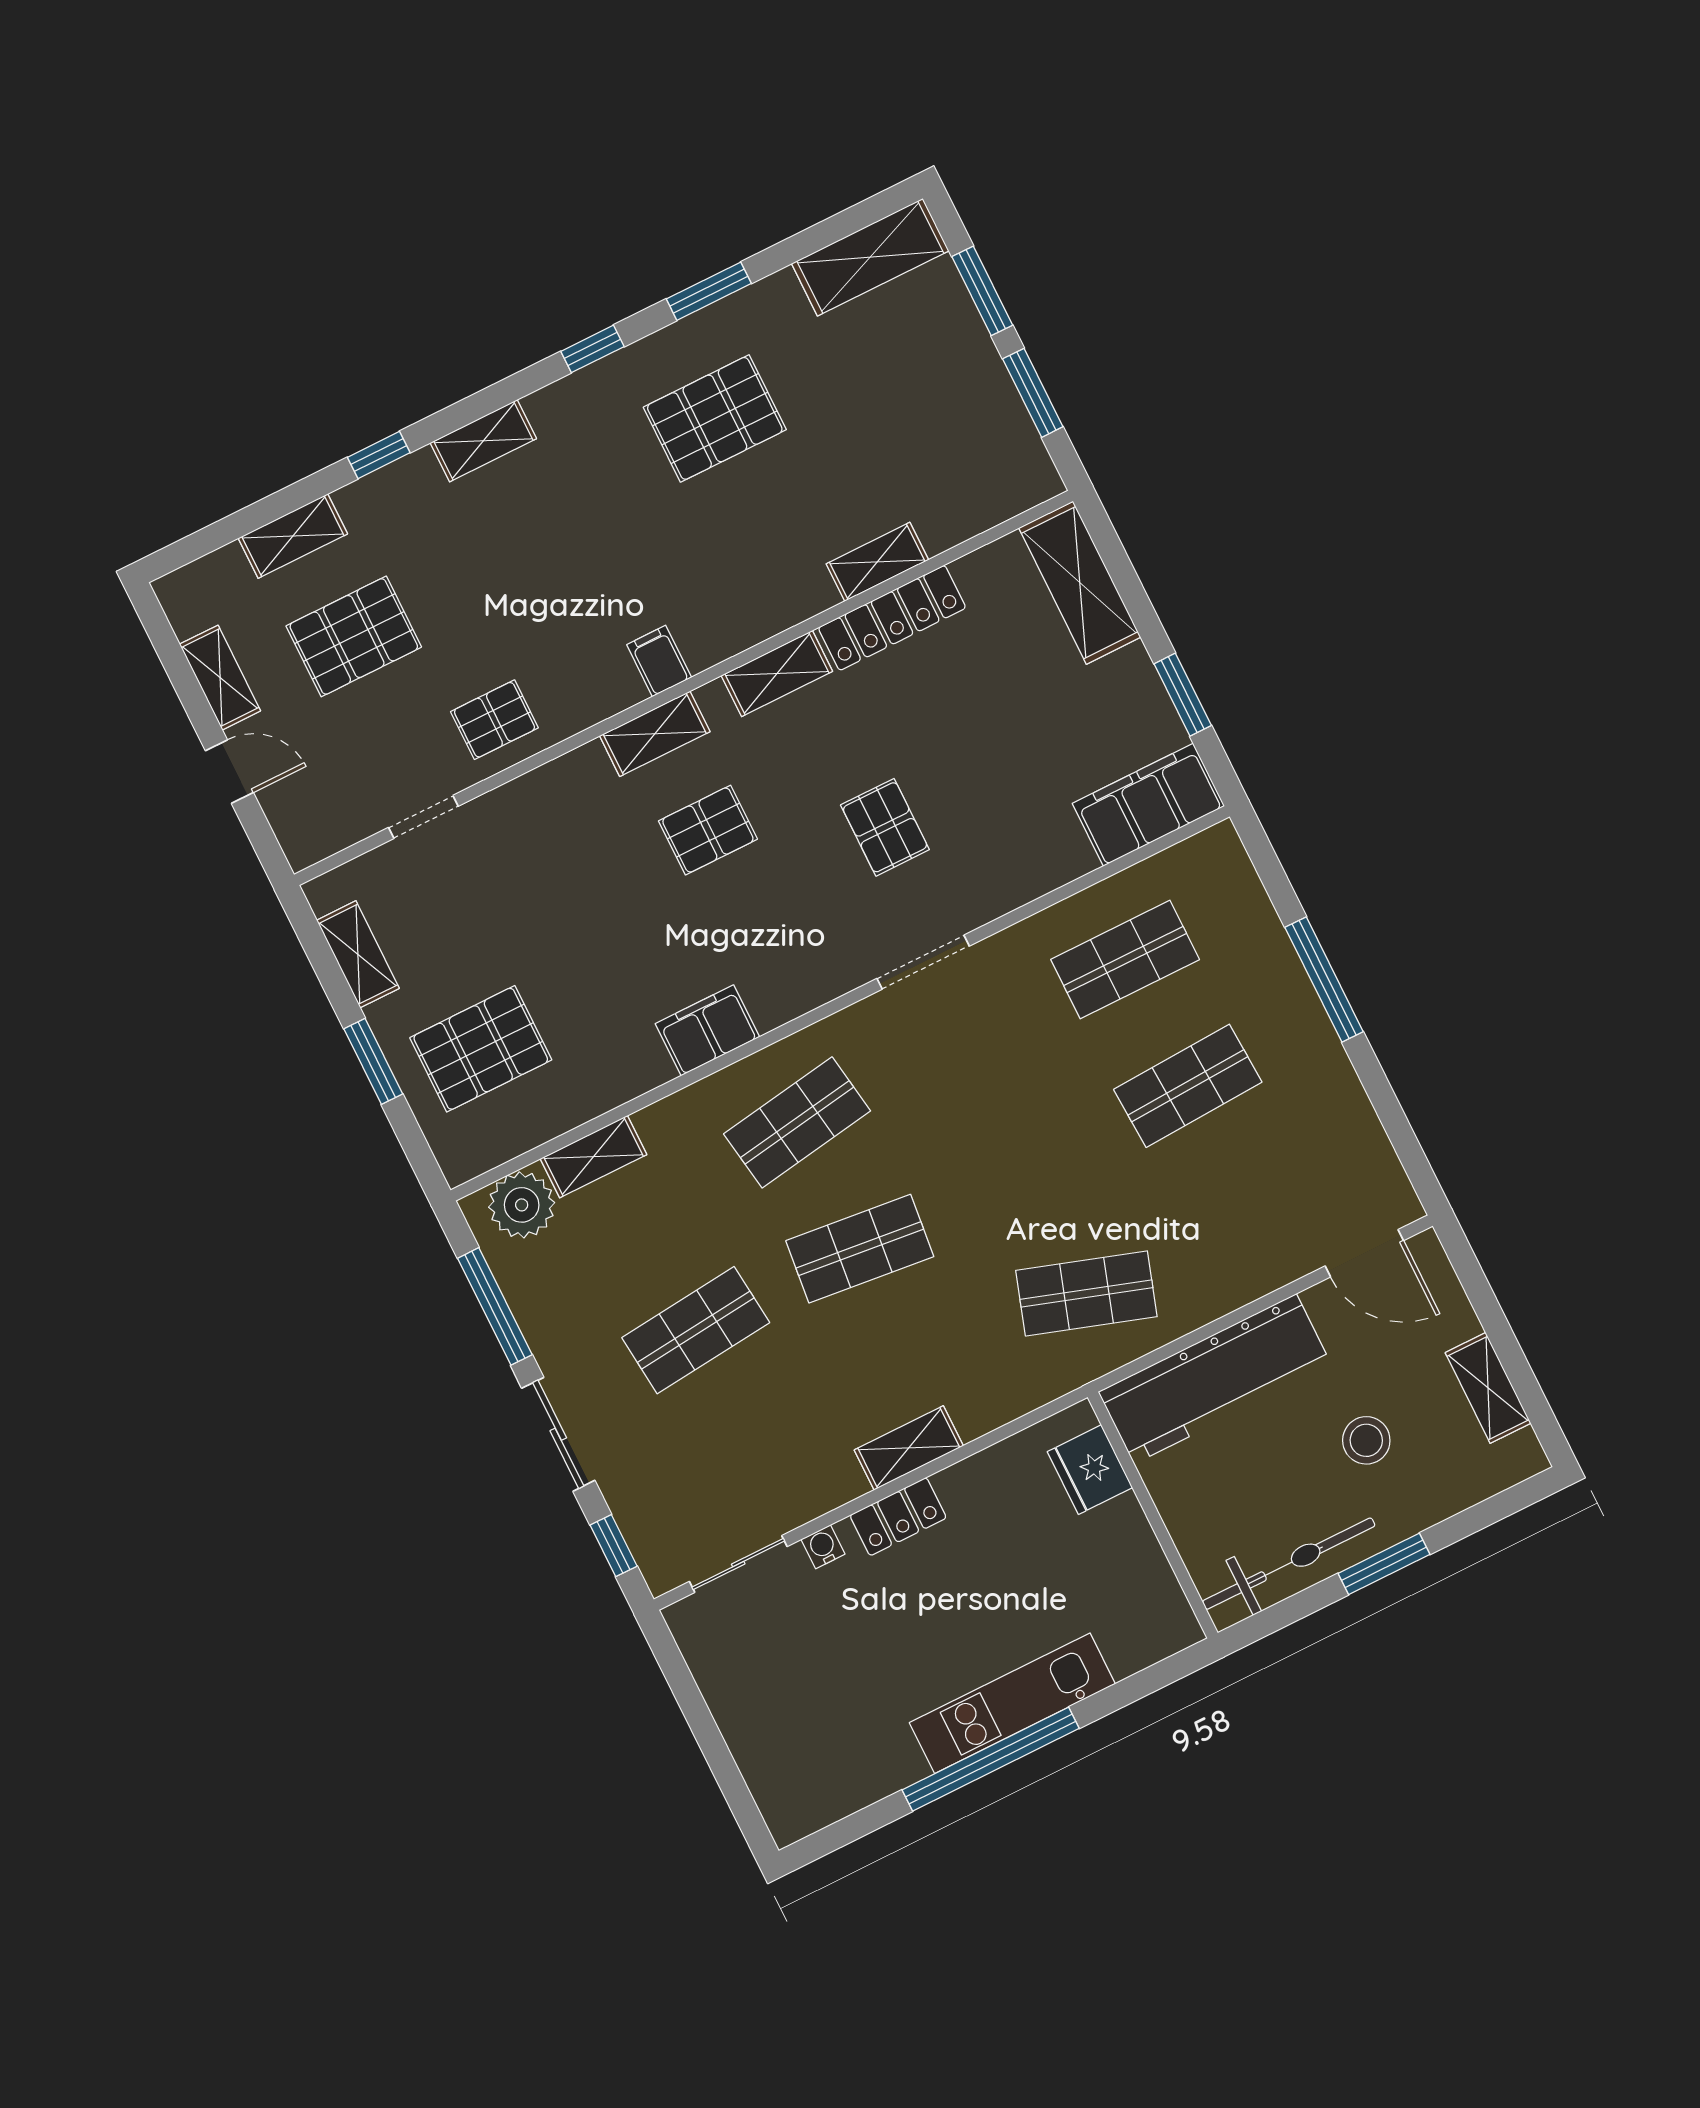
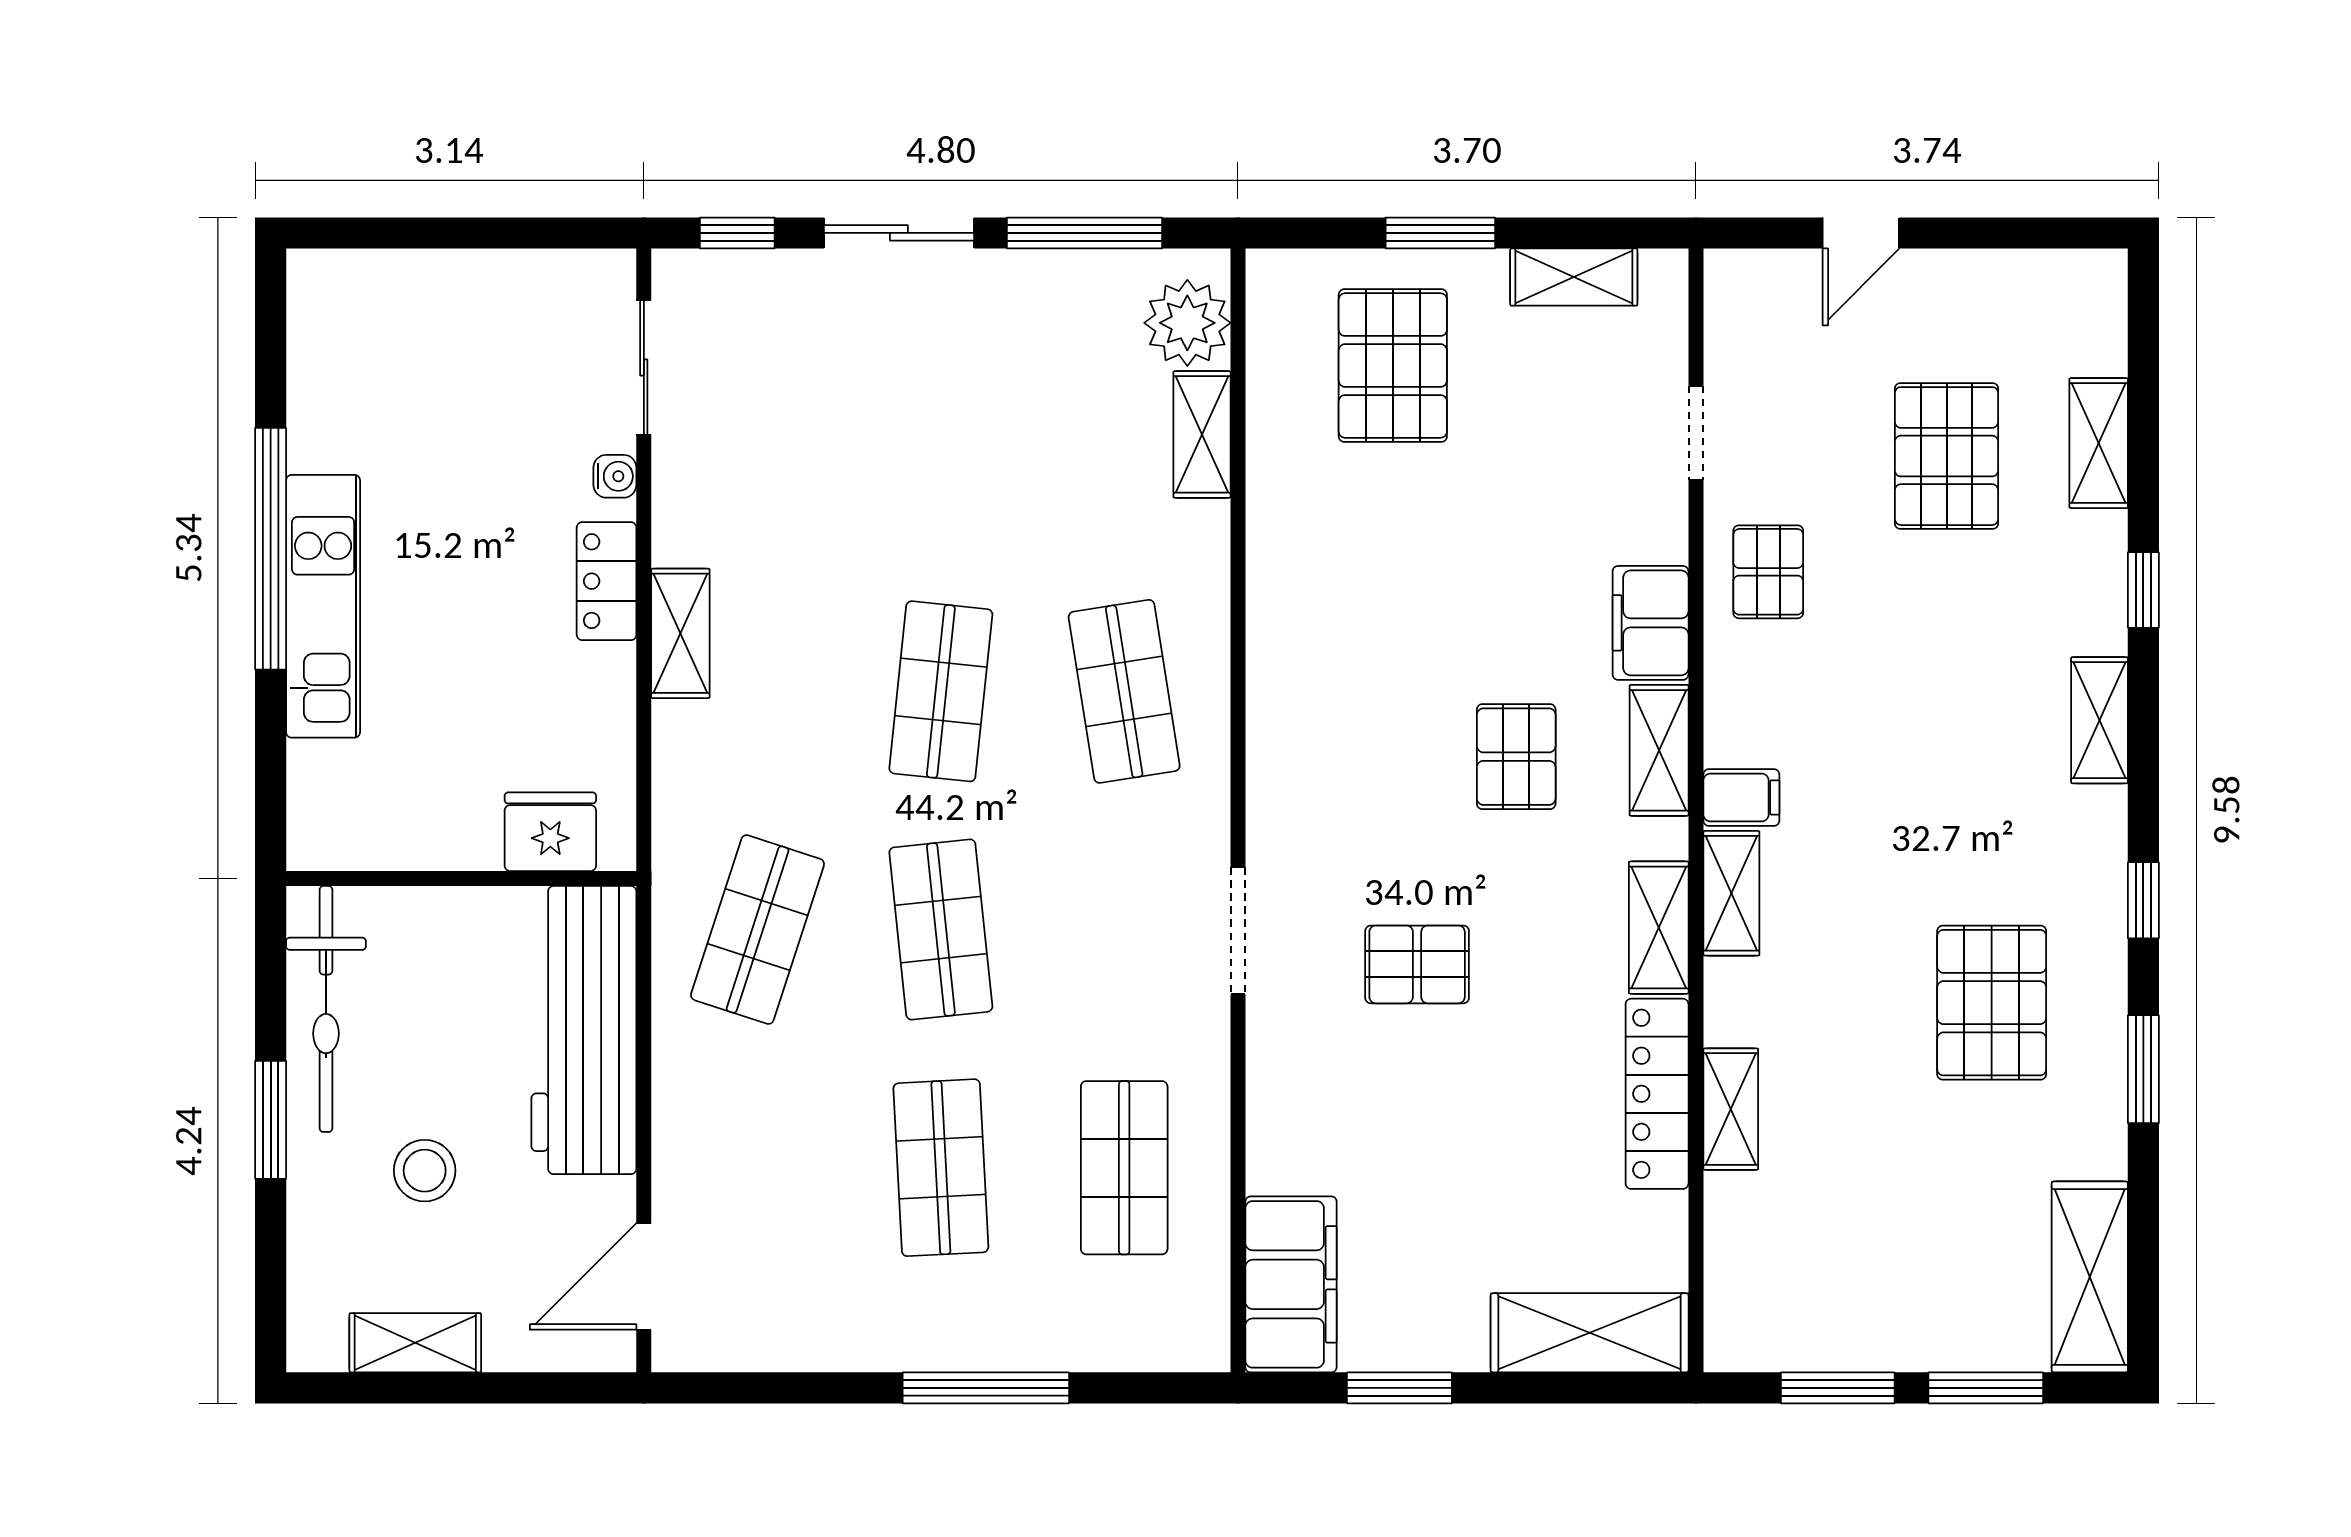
shelving: (220, 678) -> (1731, 893), moved, turned 90
filing cabinet: (707, 1030) -> (1651, 623), moved, turned 180
shop shelf: (696, 1330) -> (941, 930), moved

